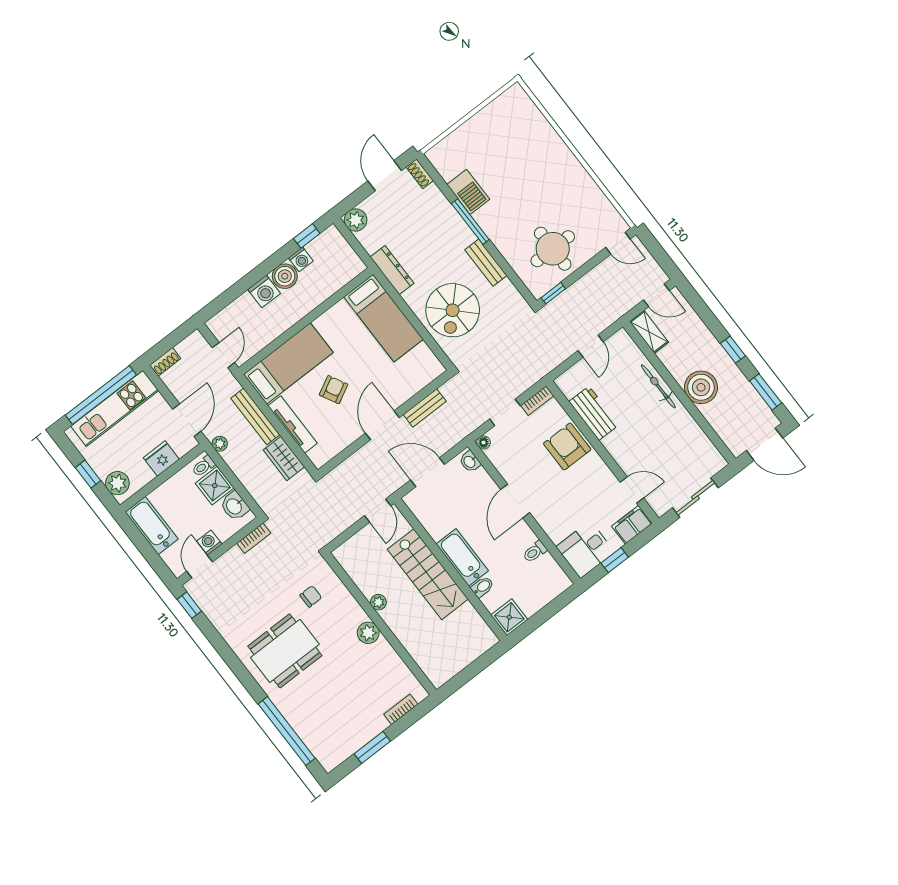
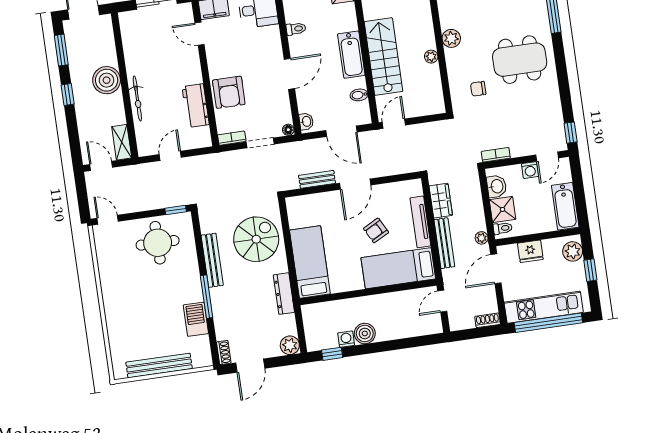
bench: (479, 122) -> (159, 365), added
bench: (486, 263) -> (212, 260), width x1.36
washing machine: (264, 291) -> (386, 331), removed
bidet: (482, 587) -> (359, 95), moved

